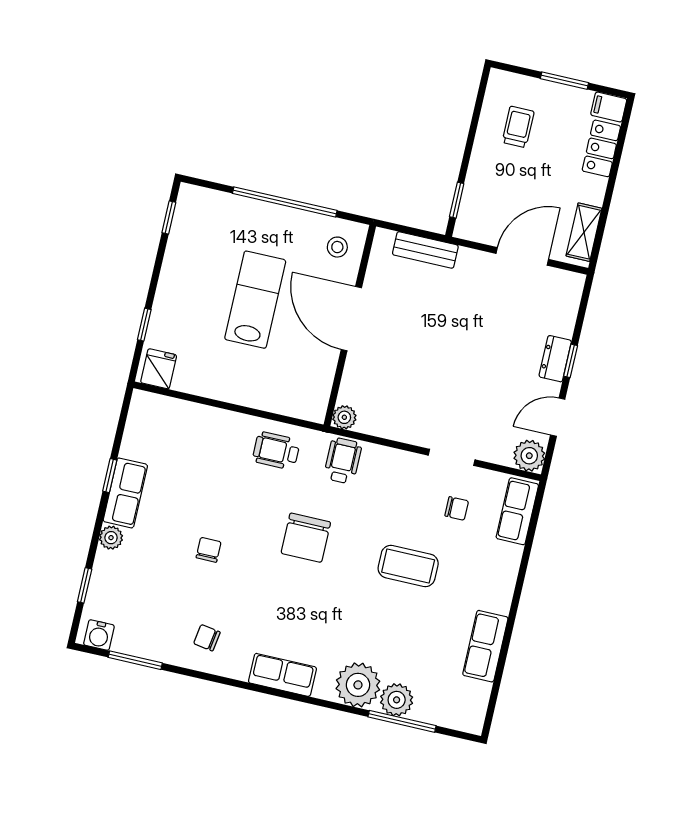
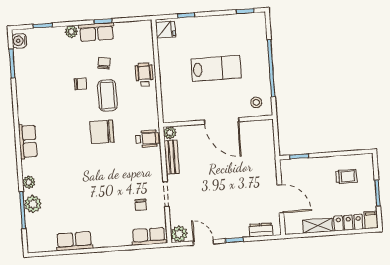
shelving: (584, 232) -> (318, 226), moved
bench: (425, 250) -> (172, 157), moved
door: (351, 319) -> (222, 121), swing flipped
dresser: (555, 359) -> (261, 230), moved
wheelchair: (276, 451) -> (144, 75), moved
coffee table: (408, 566) -> (107, 95), moved
chair: (207, 638) -> (104, 63), moved
plant: (358, 685) -> (29, 182), width x0.53, depth x0.53

